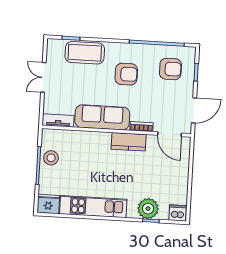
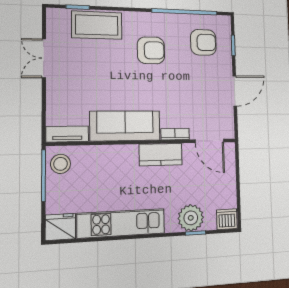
sofa: (102, 117) -> (125, 126), moved
tv unit: (58, 120) -> (67, 134), moved
bookcase: (142, 127) -> (175, 134), moved
wall: (117, 131) -> (144, 142), moved
door: (170, 134) -> (209, 141), moved
kitchen counter: (129, 142) -> (161, 155), moved

